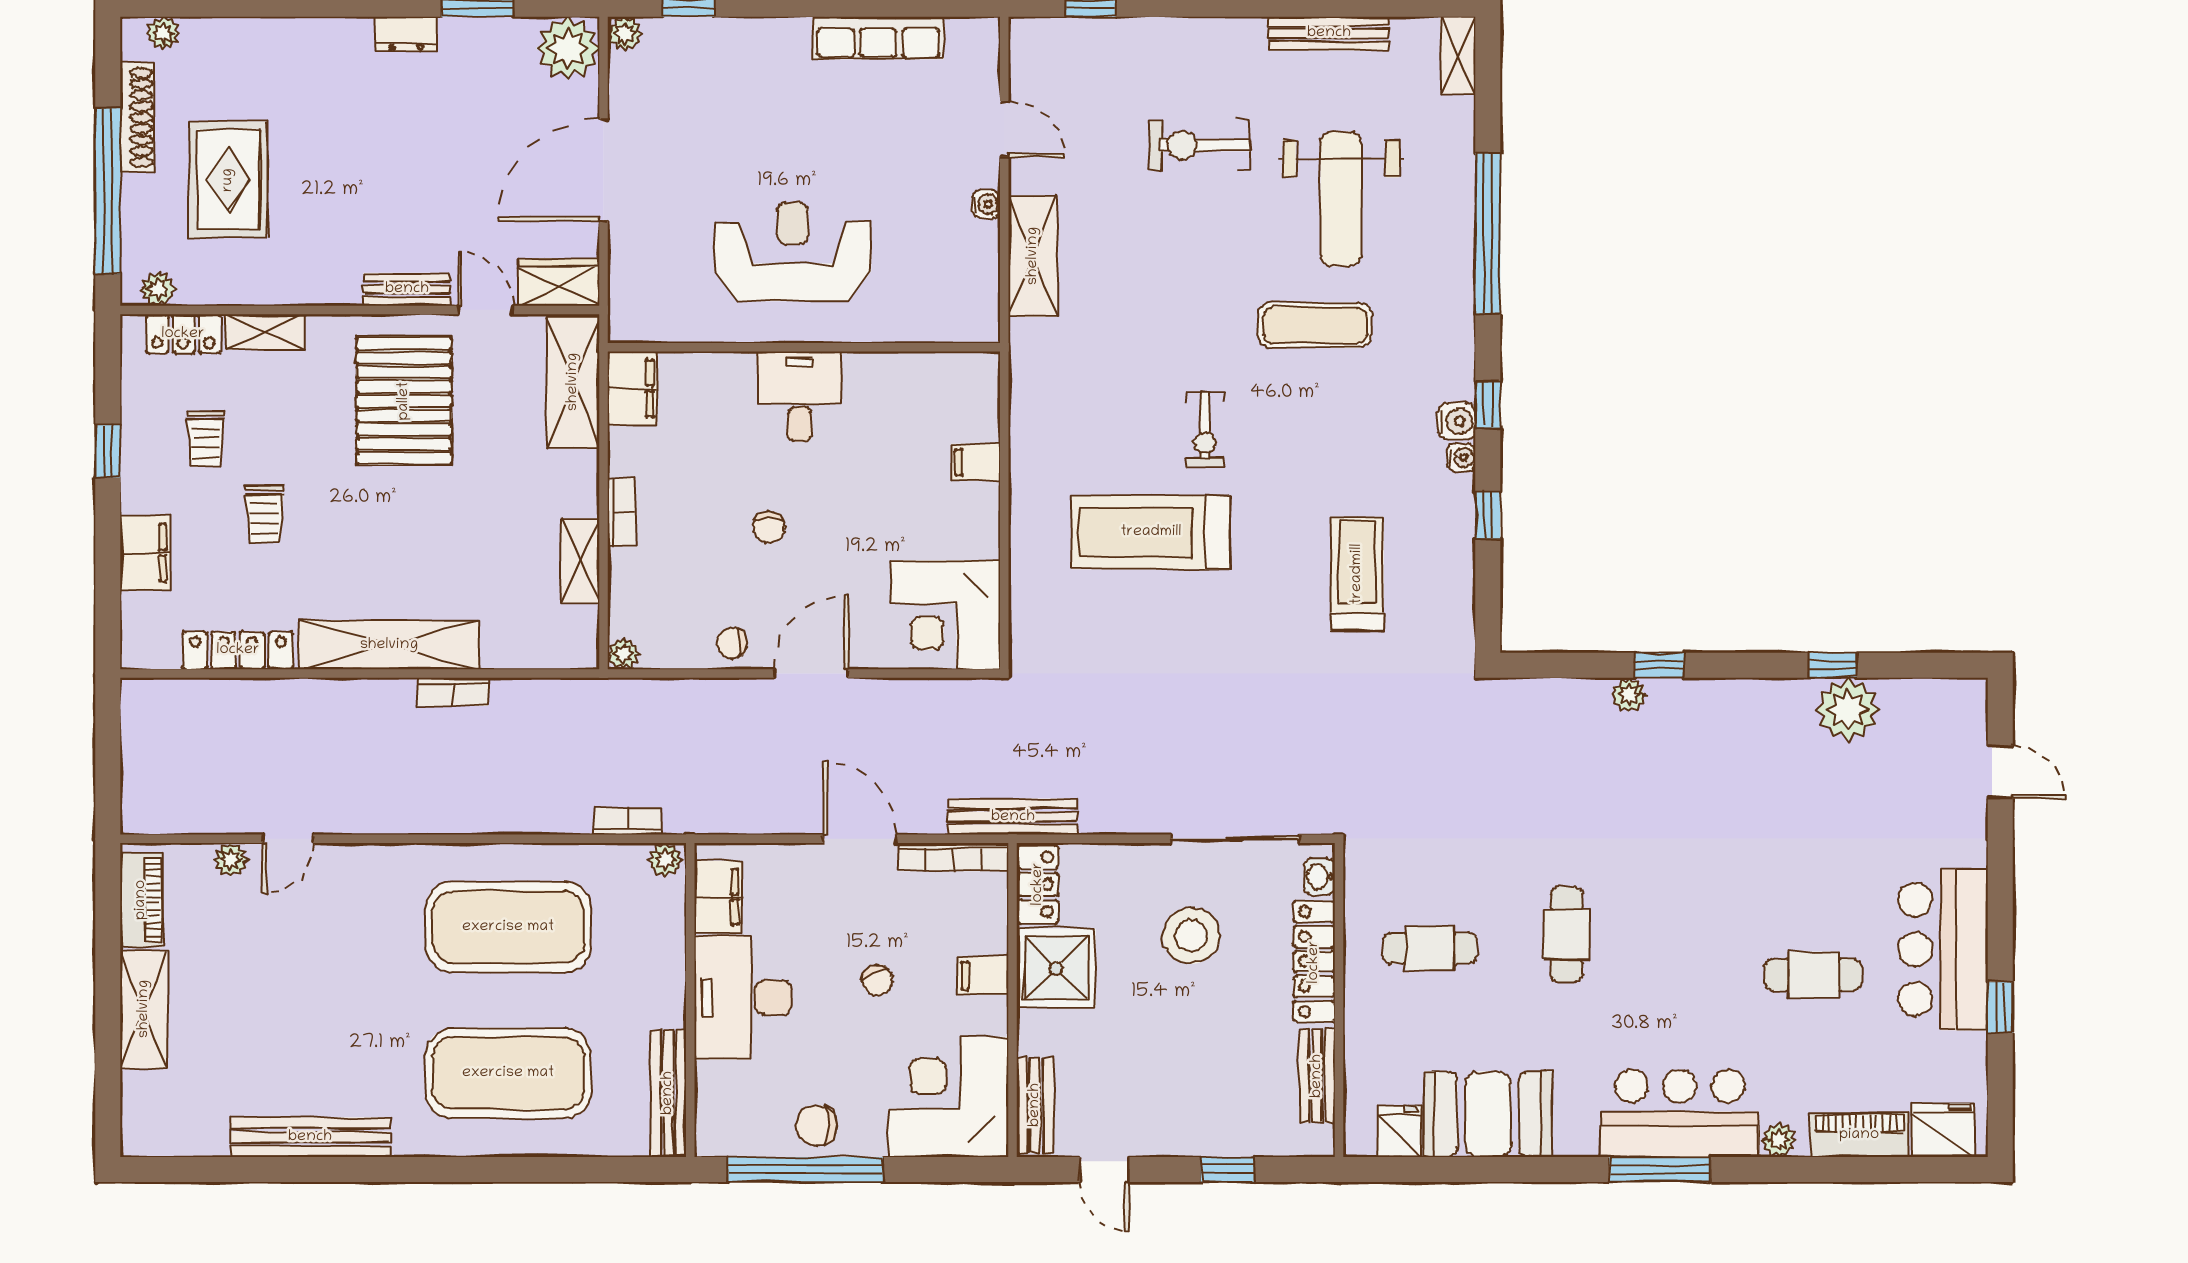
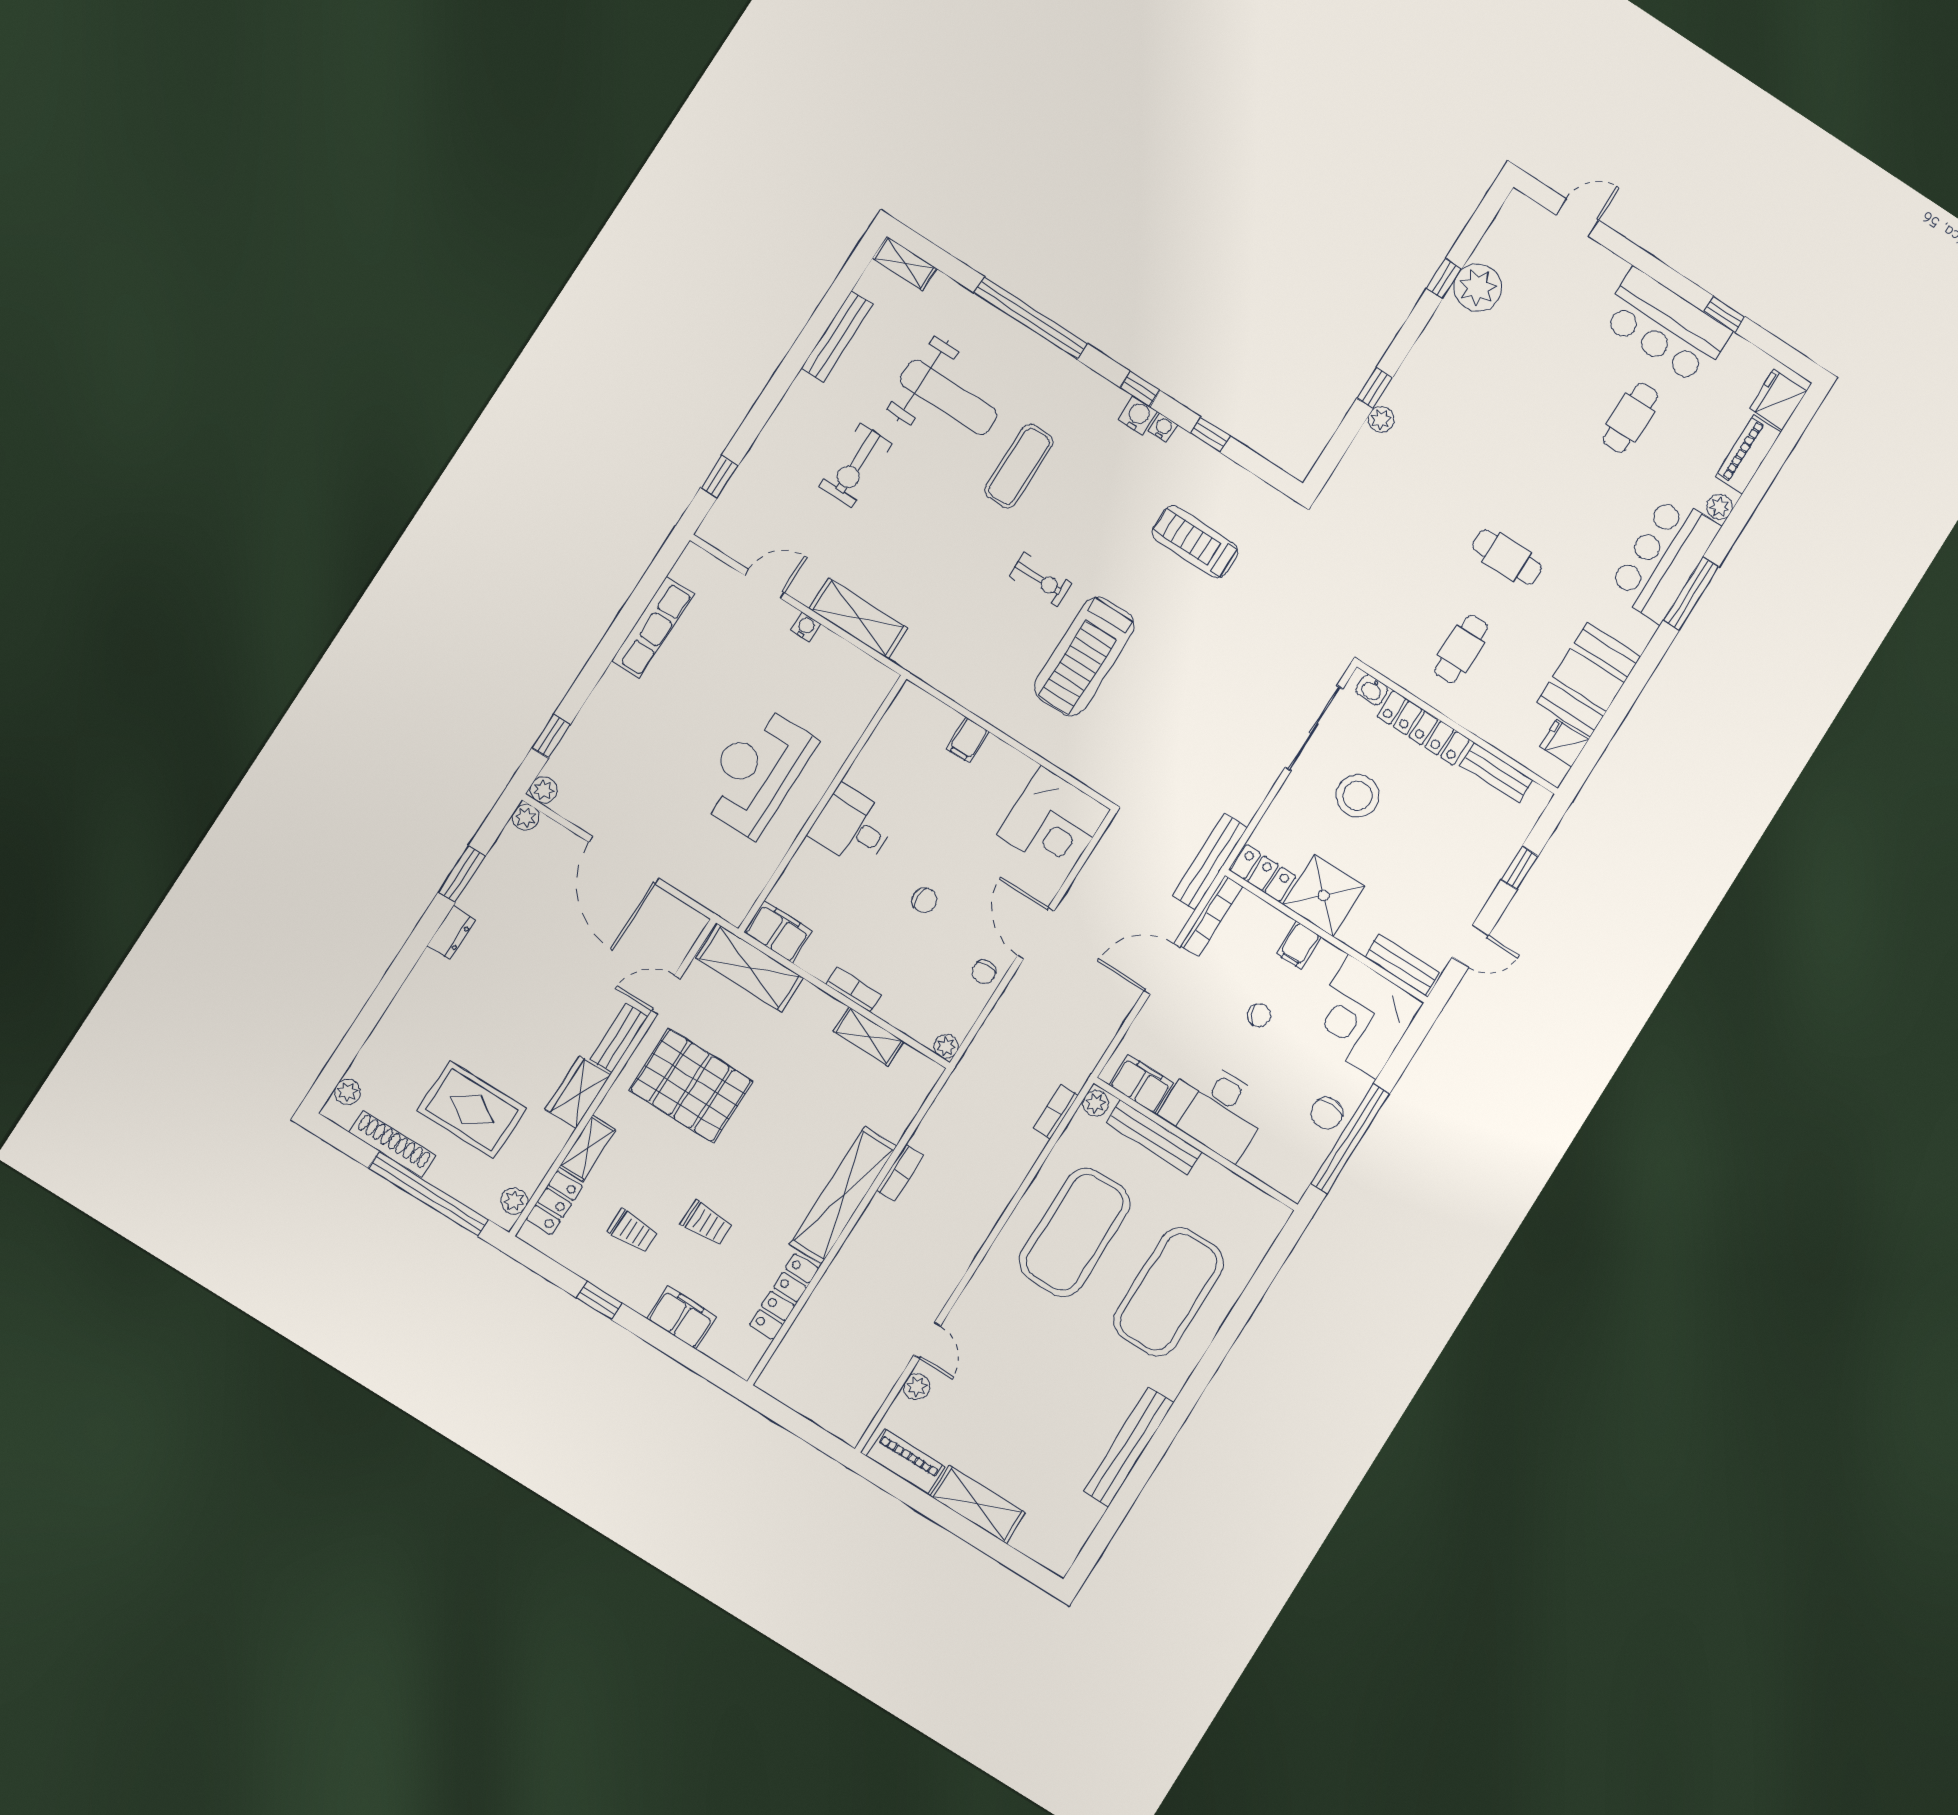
plant: (568, 48) -> (526, 817), width x0.53, depth x0.53
wardrobe: (559, 282) -> (578, 1092), moved
bench: (668, 1093) -> (1154, 1137), moved

